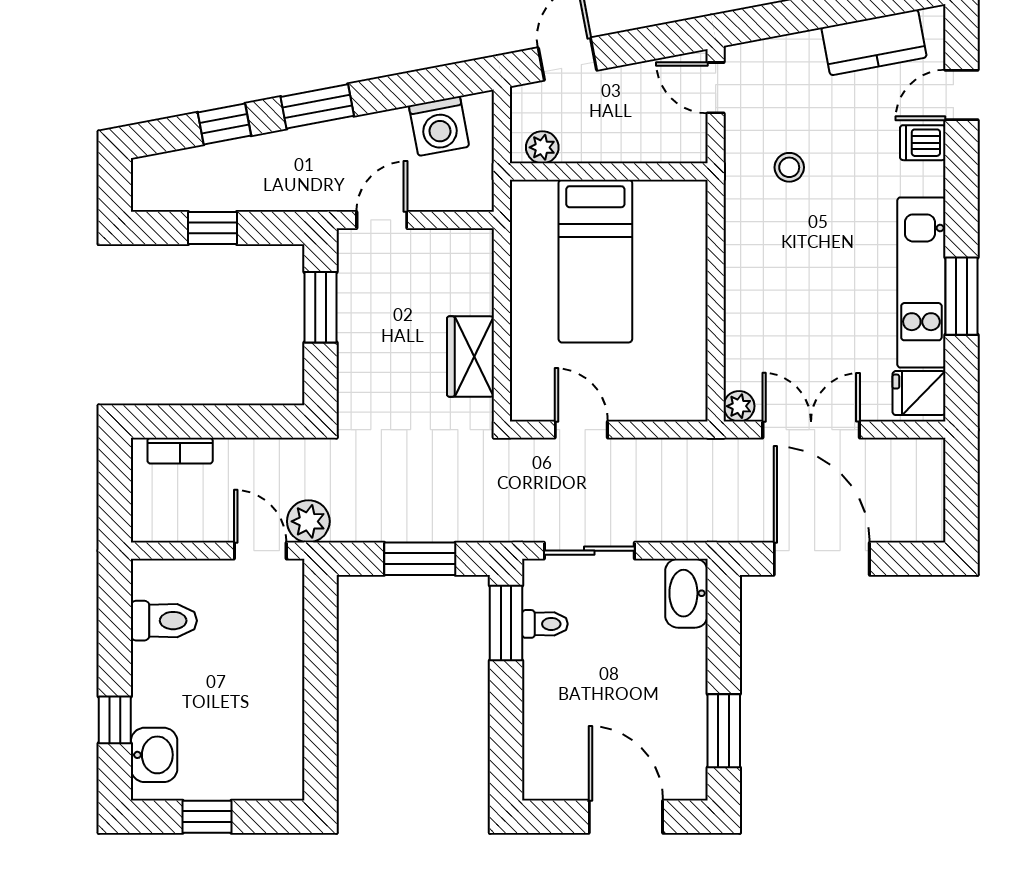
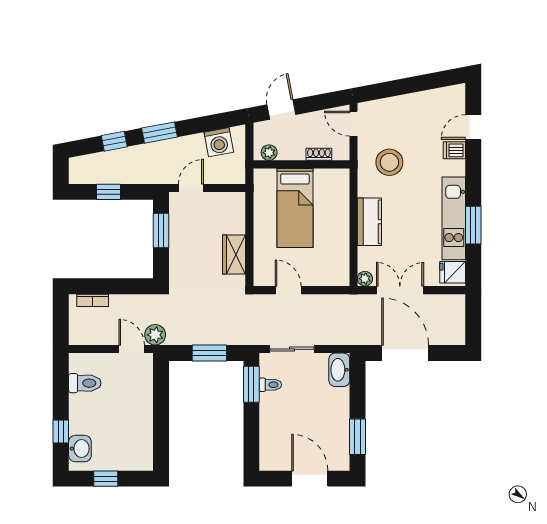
kitchen counter: (874, 42) -> (369, 222), moved, turned -79
shoe rack: (645, 151) -> (319, 154), added
stool: (789, 167) -> (389, 162), width x1.89, depth x1.89

